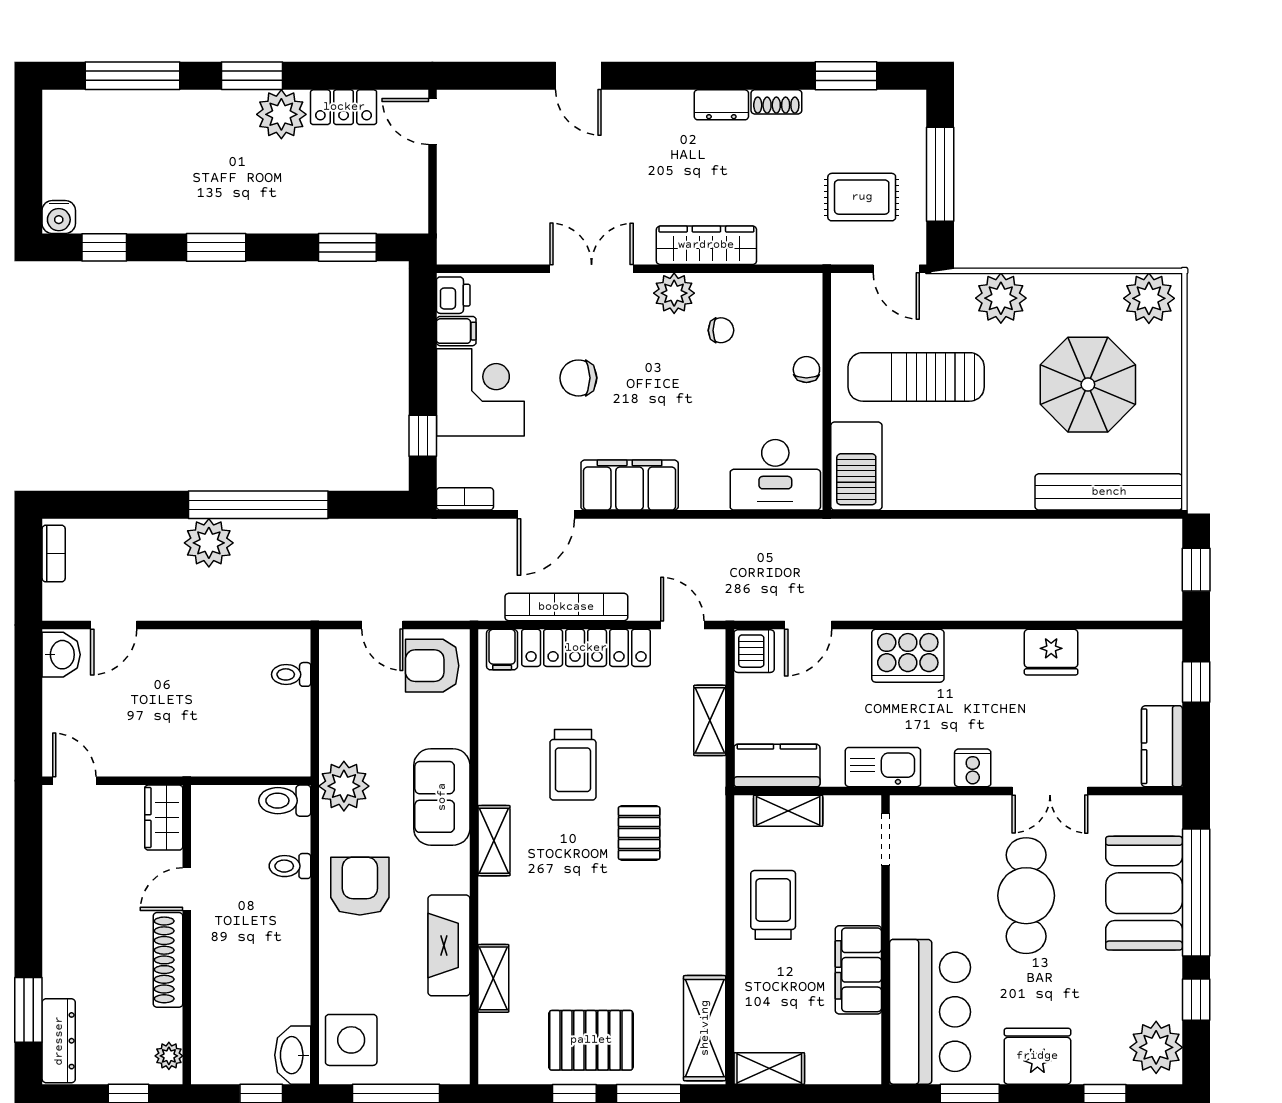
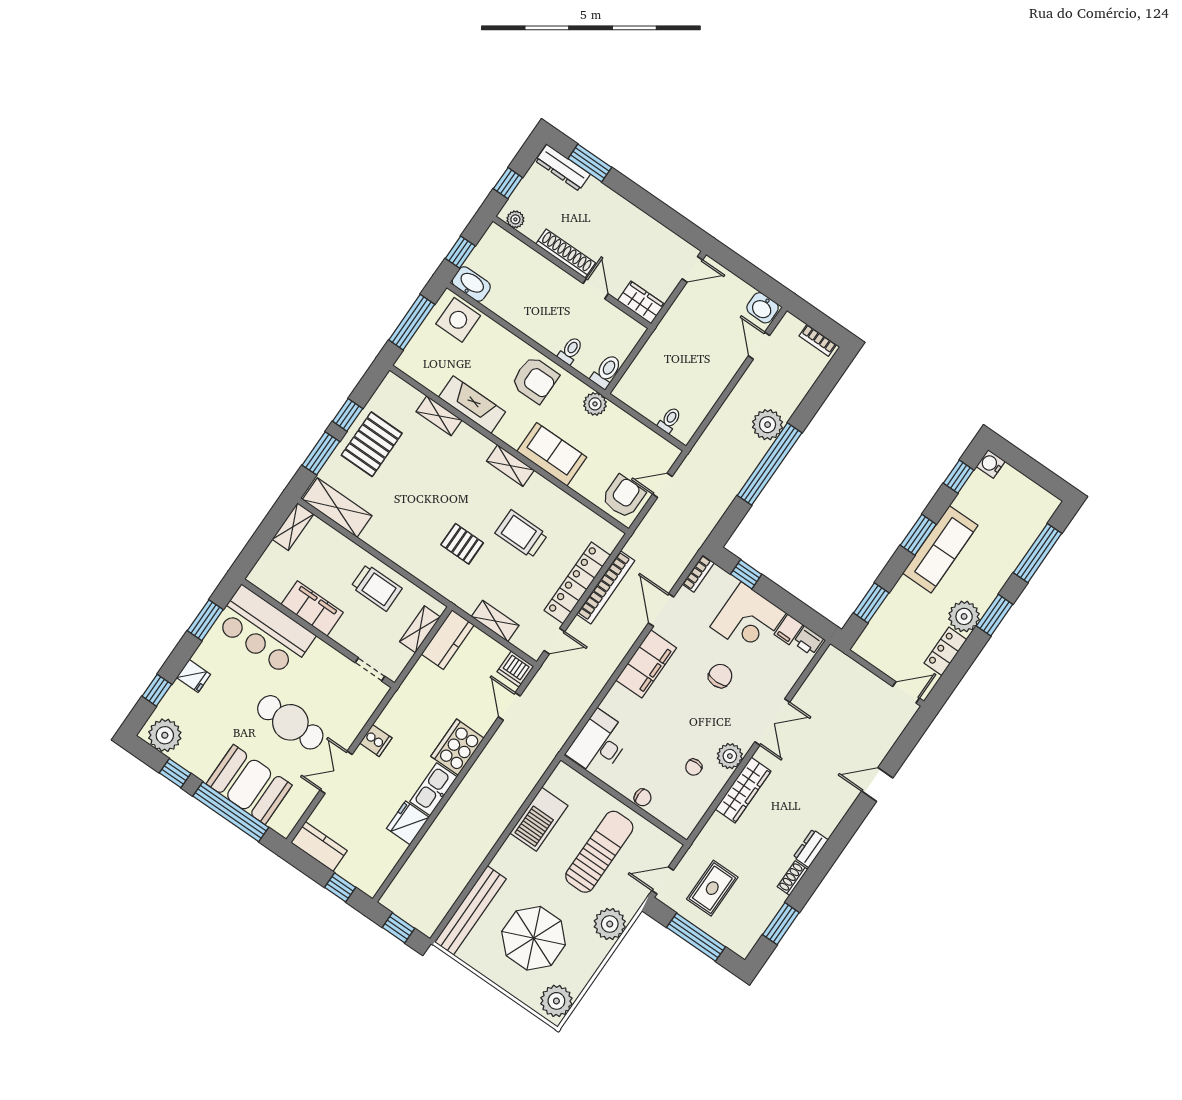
sofa: (215, 206) -> (940, 549), added
barbecue: (856, 466) -> (539, 819), moved, turned -90
filing cabinet: (502, 650) -> (607, 539), removed
kitchen sink: (883, 767) -> (434, 789), moved, turned 180
plant: (344, 786) -> (595, 404), width x0.73, depth x0.73
fridge: (1037, 1056) -> (194, 676), width x0.53, depth x0.75

